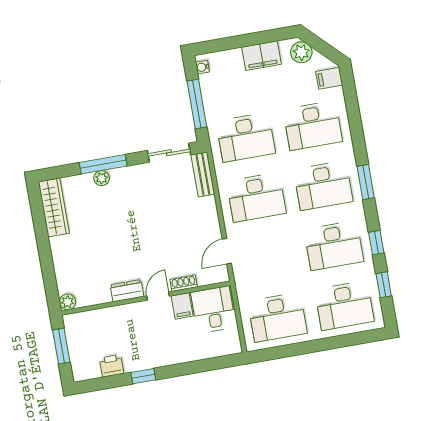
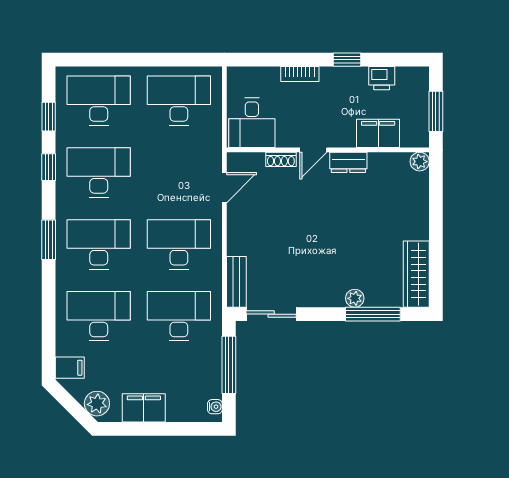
window: (103, 164) -> (373, 314), moved
filing cabinet: (182, 306) -> (378, 133), moved, width x2.00
bookcase: (180, 357) -> (300, 74), added

